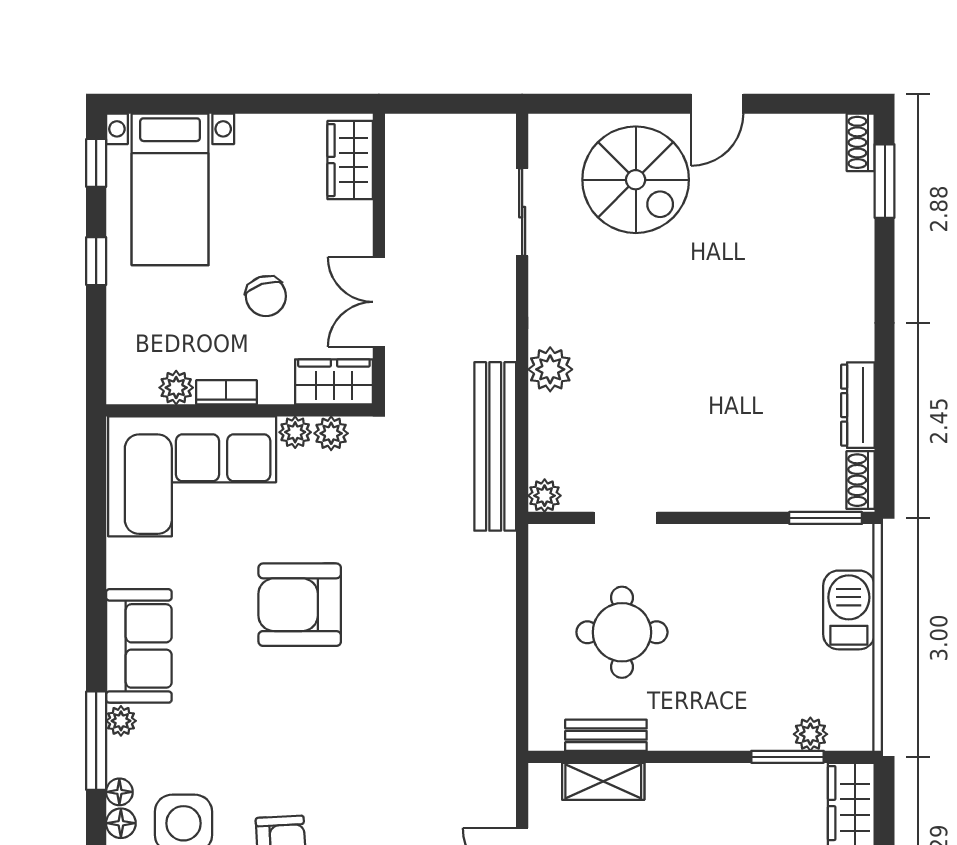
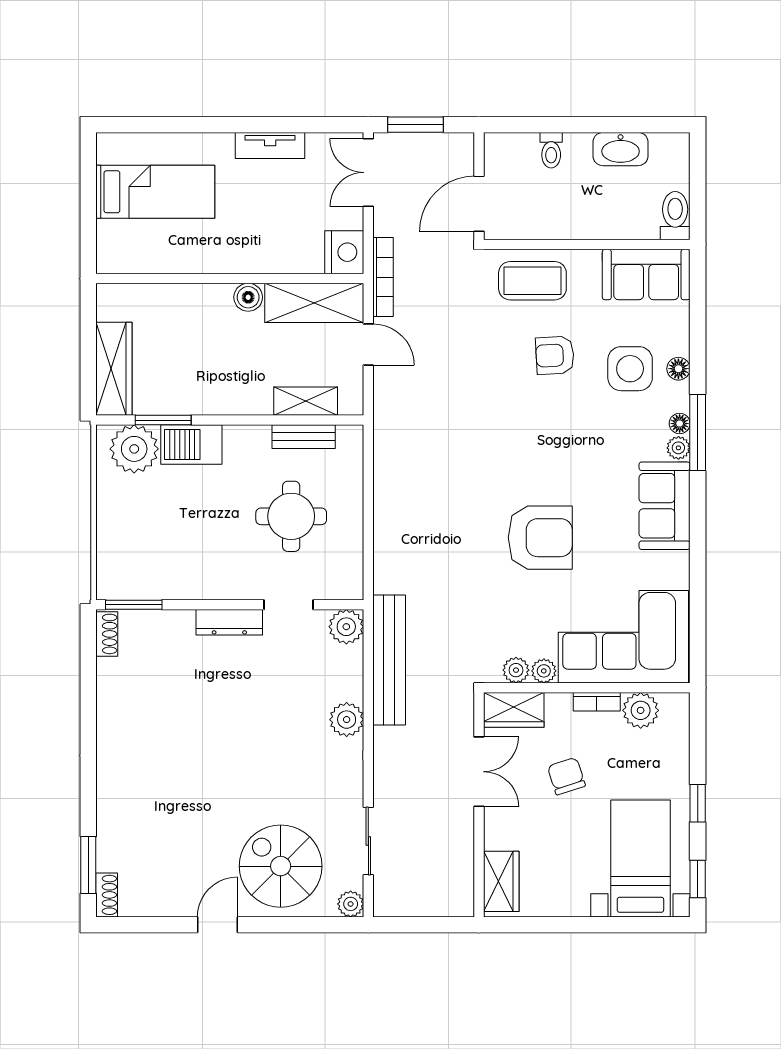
plant: (545, 131) -> (351, 904), added
plant: (176, 388) -> (641, 710), width x1.38, depth x1.38
dresser: (858, 405) -> (229, 622), moved, turned 90
plant: (545, 496) -> (346, 627), width x1.38, depth x1.38
barbecue: (849, 610) -> (191, 445), moved, turned 90
plant: (810, 734) -> (134, 449), width x1.87, depth x1.87
floor lamp: (119, 792) -> (680, 424), moved

